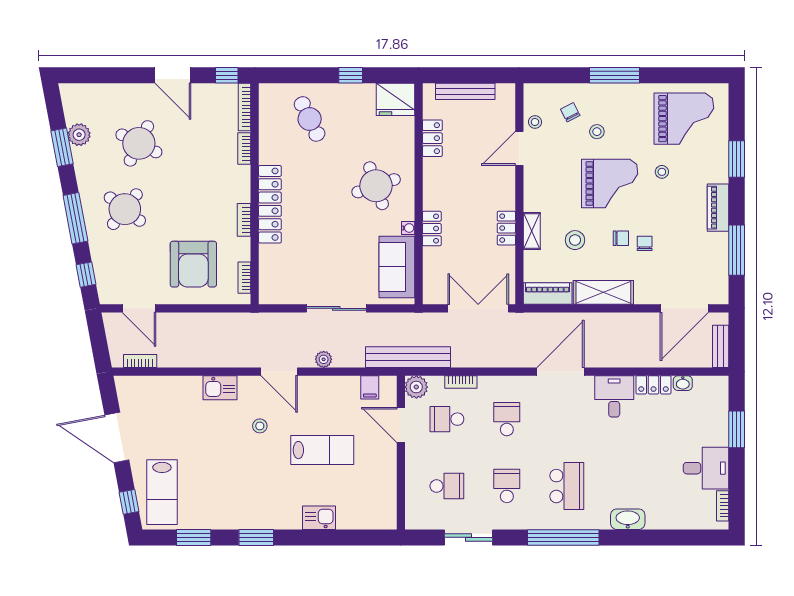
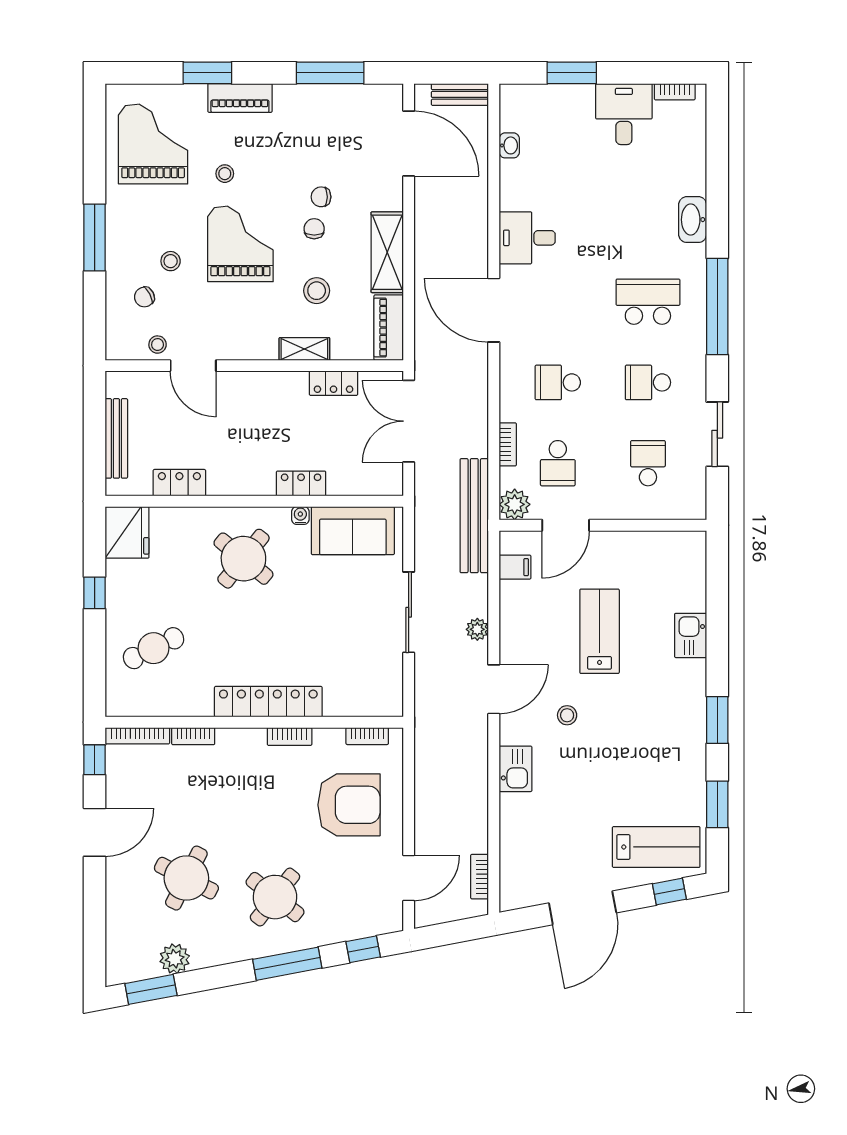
window: (62, 147) -> (151, 989), moved
round table: (376, 186) -> (243, 559), turned -32
piano: (718, 208) -> (240, 98), moved
locker: (506, 228) -> (333, 383), moved
locker: (653, 385) -> (512, 185), removed

